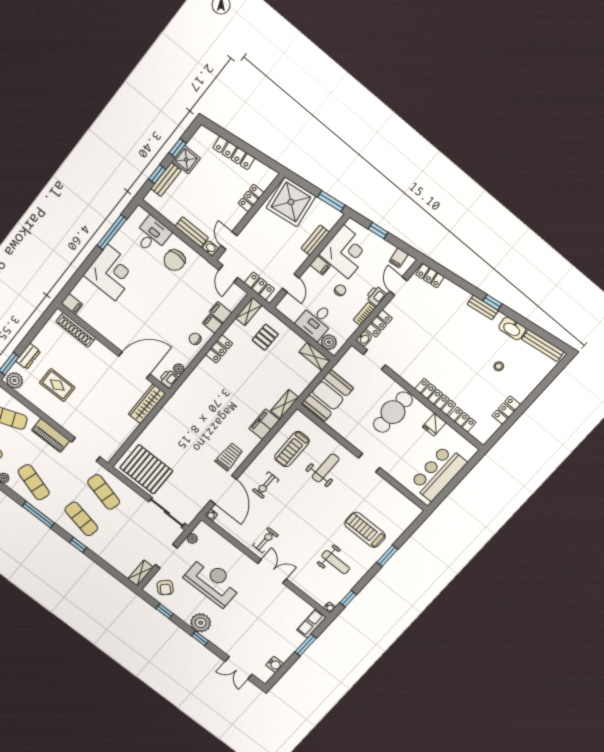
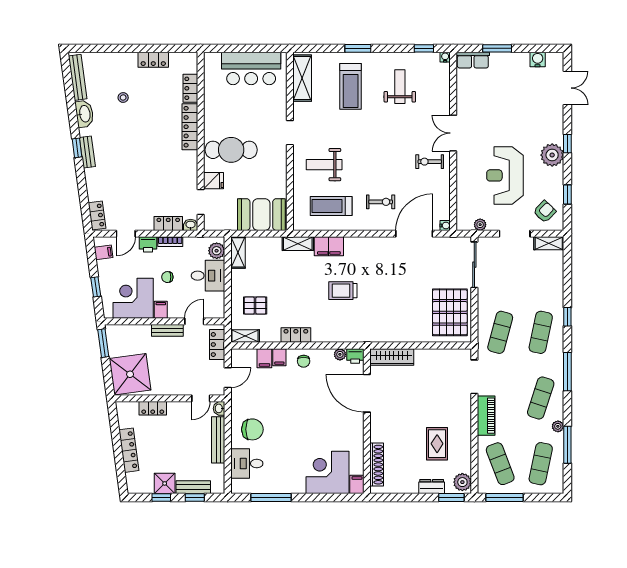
bench: (192, 232) -> (218, 440), width x1.36
bench: (315, 240) -> (167, 330), moved
corner desk: (111, 273) -> (327, 472), moved
fridge: (434, 425) -> (214, 181), moved
treadmill: (292, 449) -> (331, 206), turned 180
trolley: (229, 457) -> (343, 291), moved
shelving: (400, 502) -> (302, 78), added

